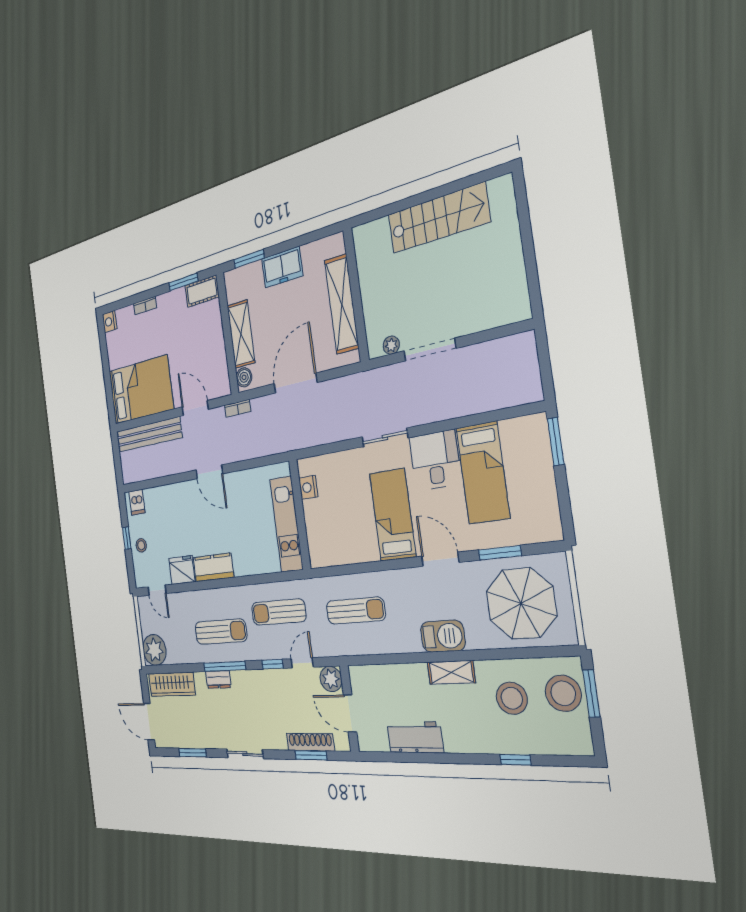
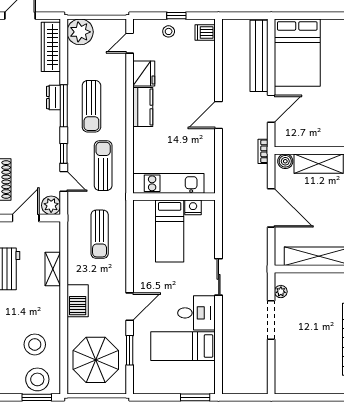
bed: (393, 515) -> (170, 231), moved, turned 90
shelving: (451, 672) -> (53, 269), moved

